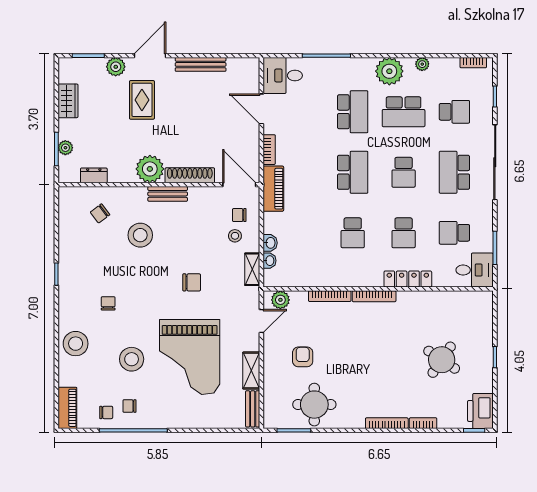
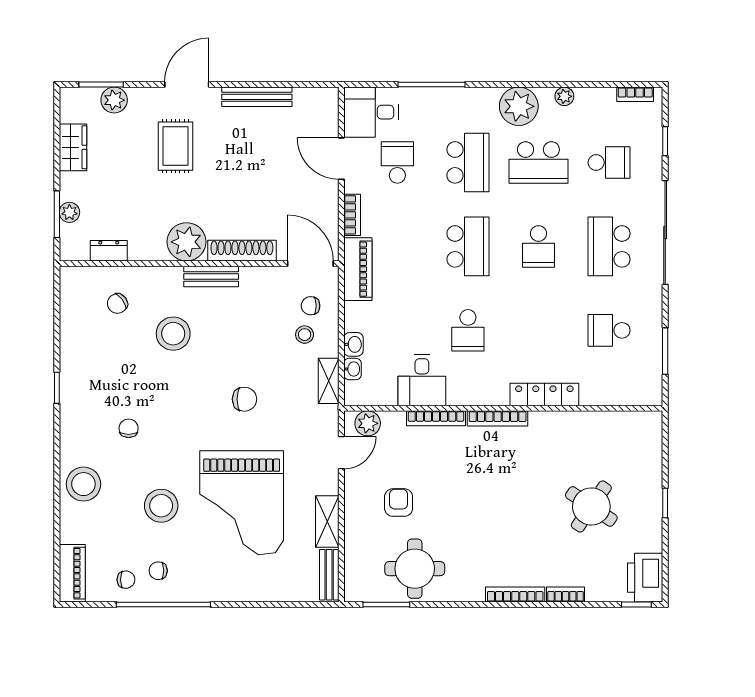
plant: (116, 67) -> (114, 100), moved
school desk: (404, 233) -> (397, 162), moved, turned 180
desk: (475, 270) -> (422, 380), moved, turned 90

